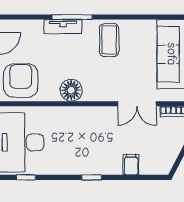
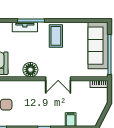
double door: (137, 104) -> (58, 79), moved

